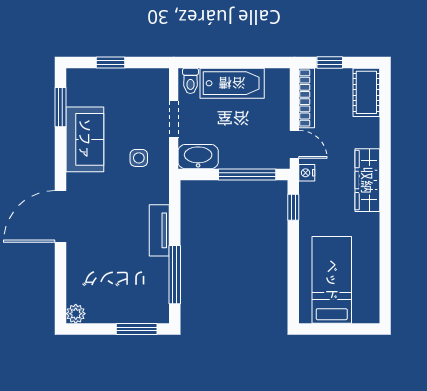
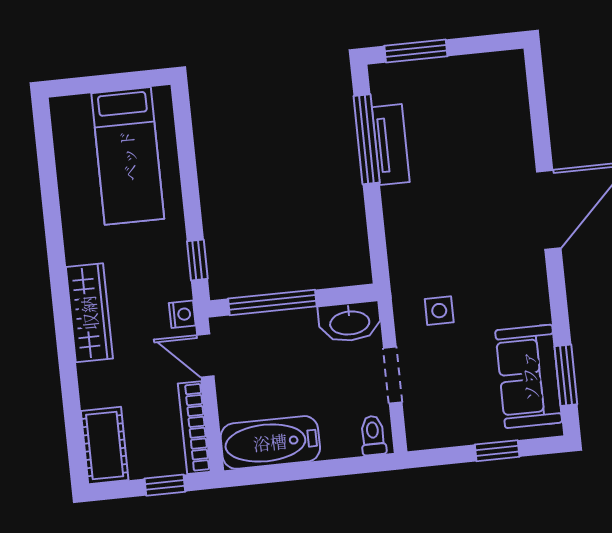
bathtub: (232, 83) -> (270, 442), moved
sofa: (85, 139) -> (529, 376), moved
tv unit: (159, 230) -> (391, 145), moved
plant: (76, 314) -> (511, 64), removed

